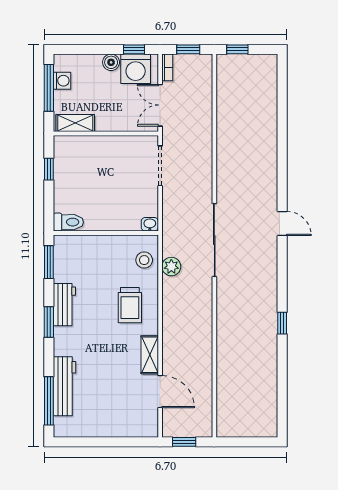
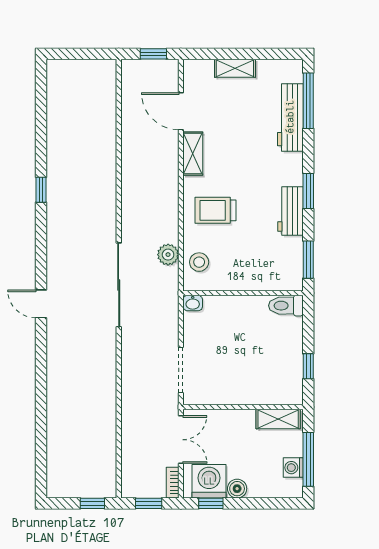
trolley: (130, 305) -> (215, 210), turned -90
shelving: (113, 429) -> (235, 68), added

